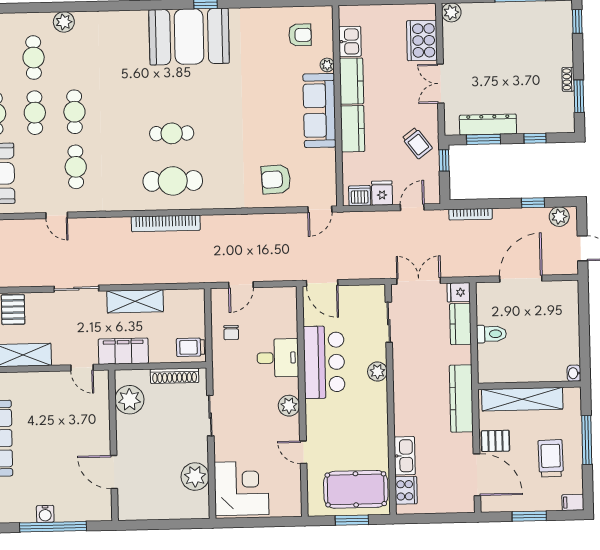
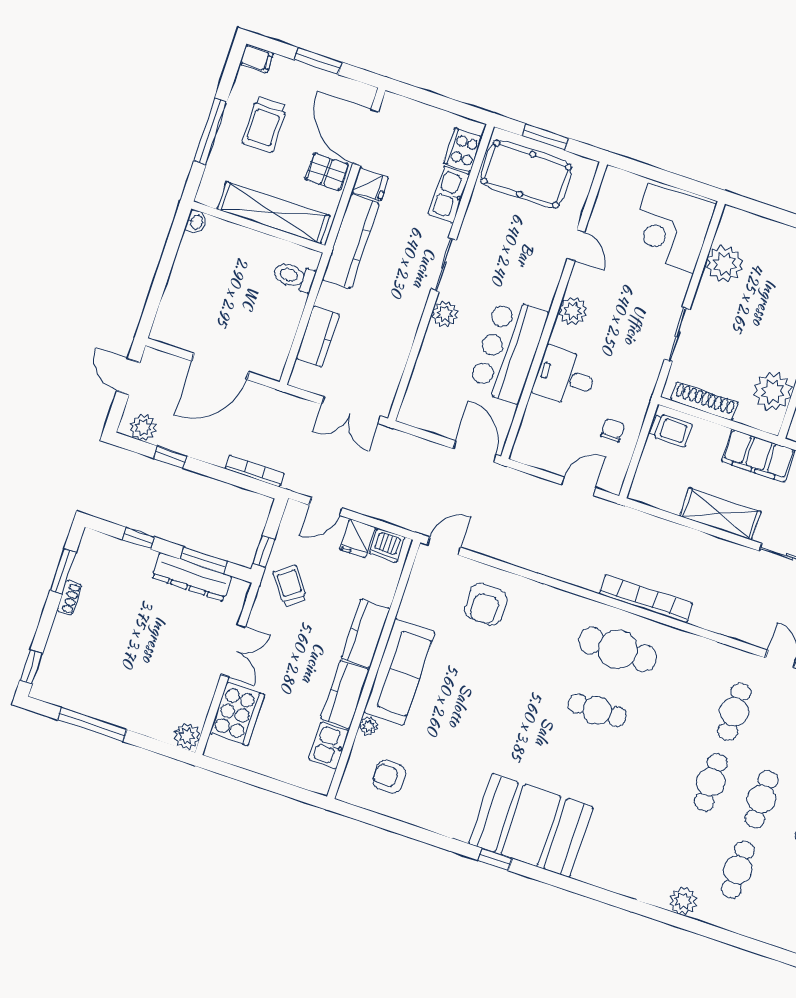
armchair: (276, 179) -> (486, 604), turned 93
fridge: (459, 292) -> (370, 184), moved
sliding door: (389, 322) -> (444, 265), moved
toilet: (491, 334) -> (294, 276), moved

